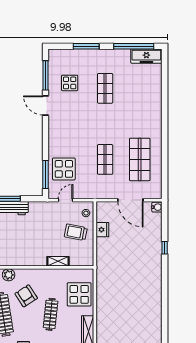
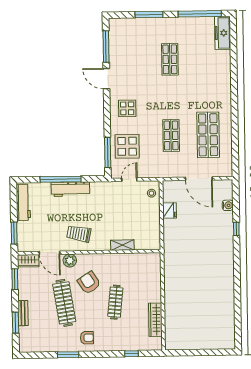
freezer: (146, 56) -> (223, 33), moved, turned 90
display table: (70, 83) -> (127, 108), moved
water cooler: (157, 207) -> (228, 205), moved
trolley: (76, 232) -> (79, 234), moved
display table: (79, 294) -> (146, 280), removed

